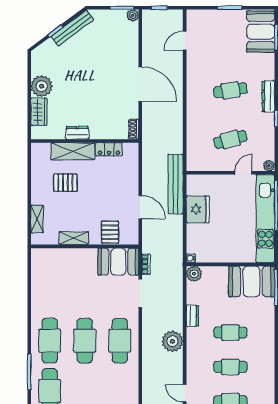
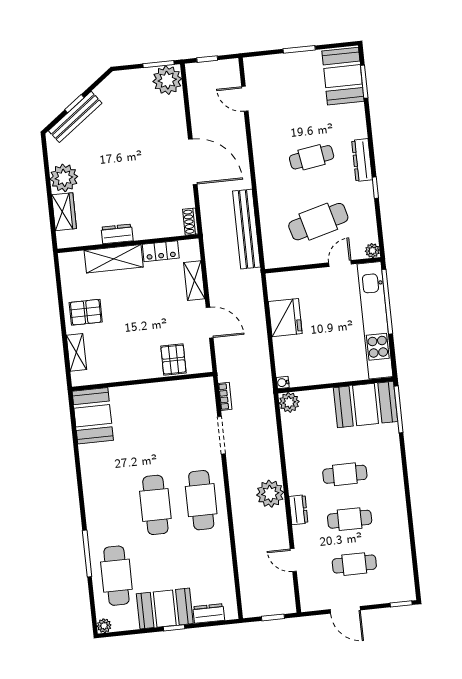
plant: (133, 15) -> (167, 80), width x1.87, depth x1.87
bench: (72, 28) -> (75, 117), moved
door: (185, 41) -> (245, 99), hinge flipped
cafe table: (230, 139) -> (318, 222), width x1.37, depth x1.35
pallet: (65, 183) -> (86, 312), moved
bench: (176, 184) -> (246, 229), moved
shelving: (74, 238) -> (194, 281), moved, turned 90
booth: (118, 262) -> (93, 416), moved, turned 90
dresser: (192, 316) -> (298, 510), moved
cafe table: (50, 341) -> (110, 510), removed

